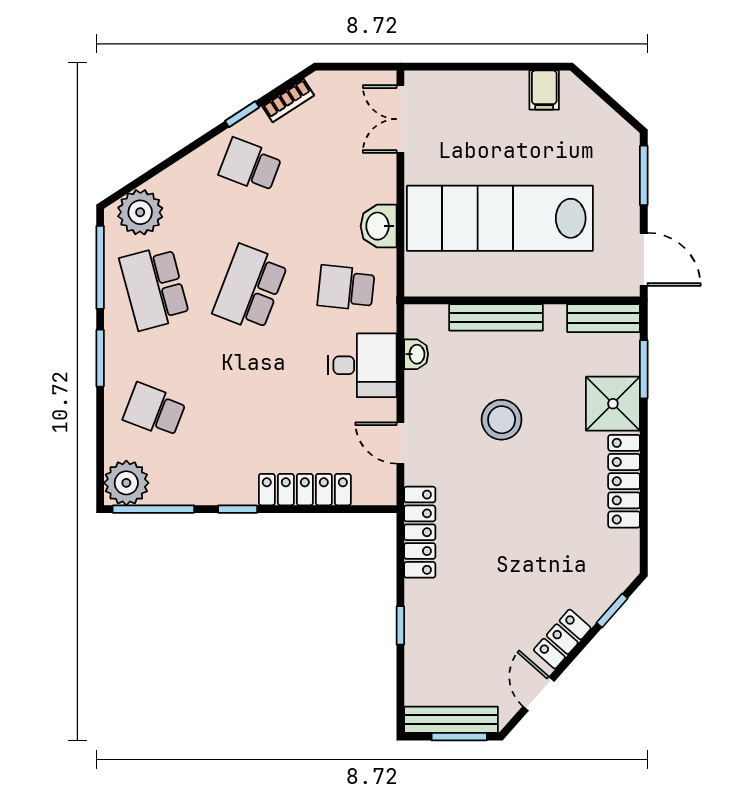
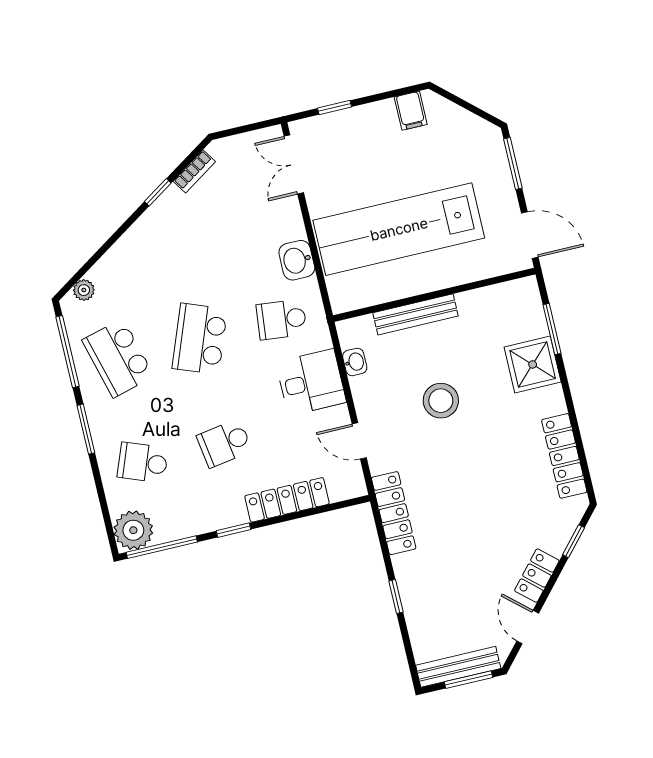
window: (460, 67) -> (334, 108), added
school desk: (250, 165) -> (224, 443), moved, turned -30
plant: (140, 212) -> (84, 290), width x0.53, depth x0.53
bench: (604, 318) -> (507, 293), removed
locker: (624, 481) -> (564, 456), moved

